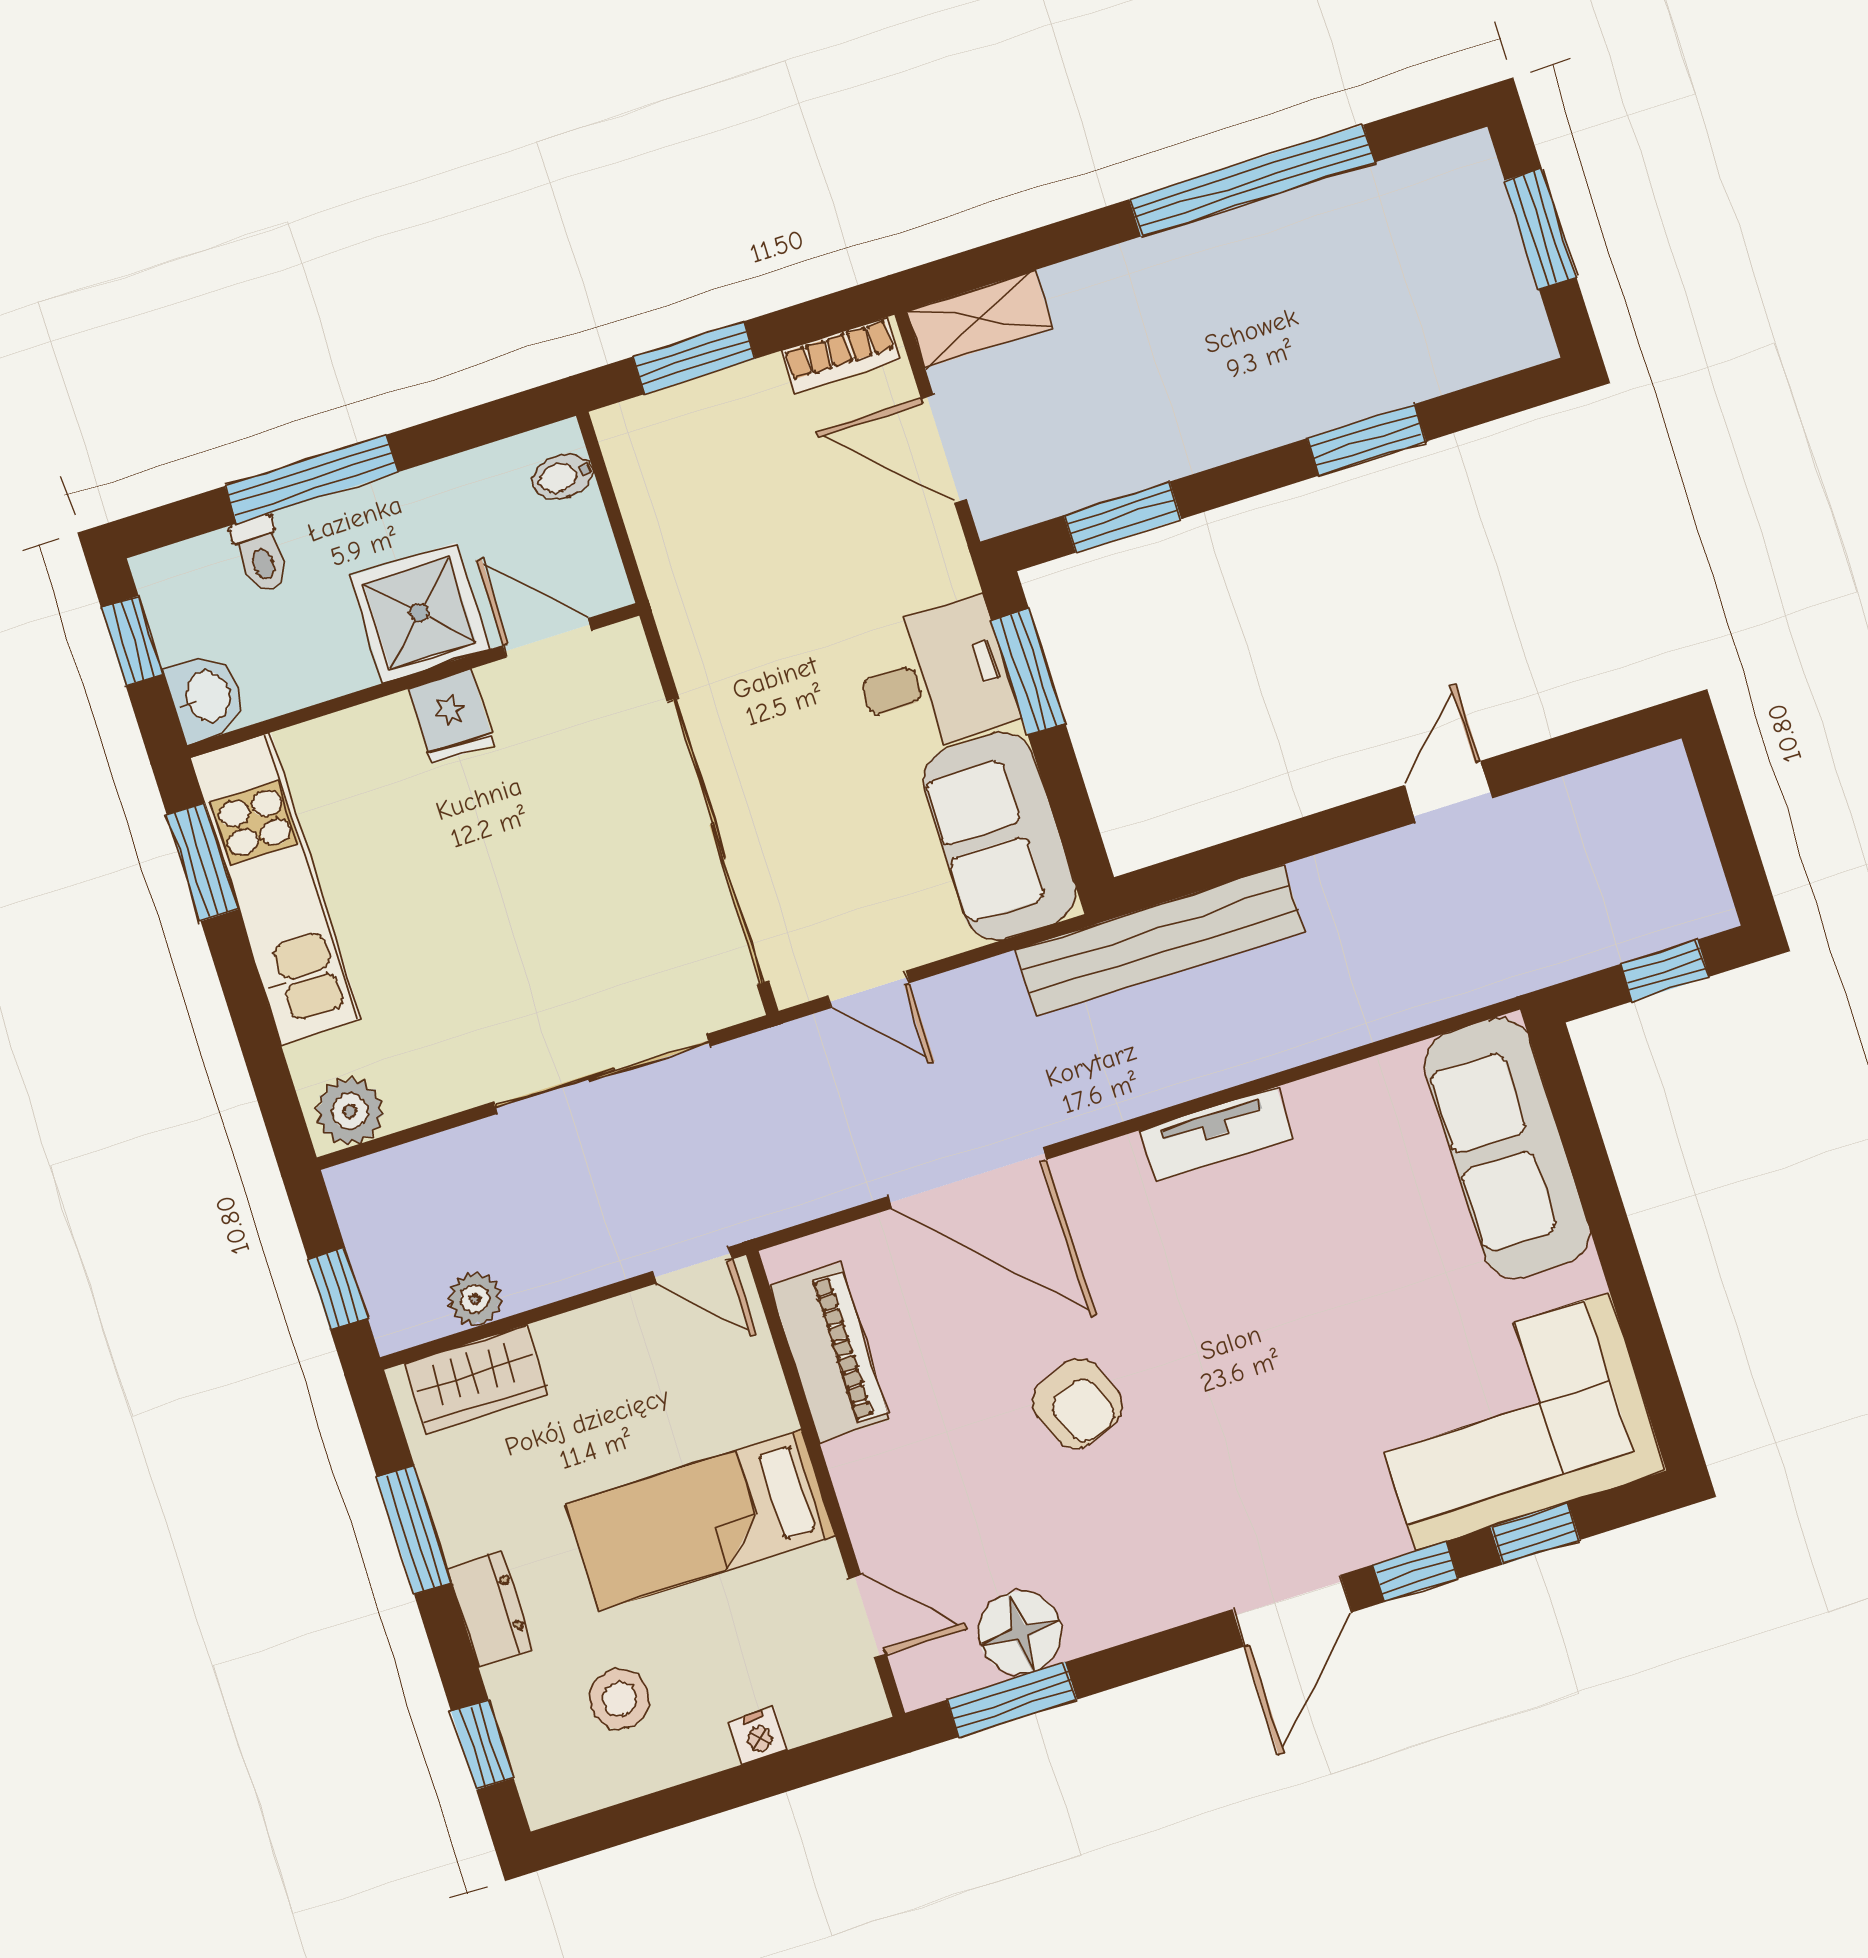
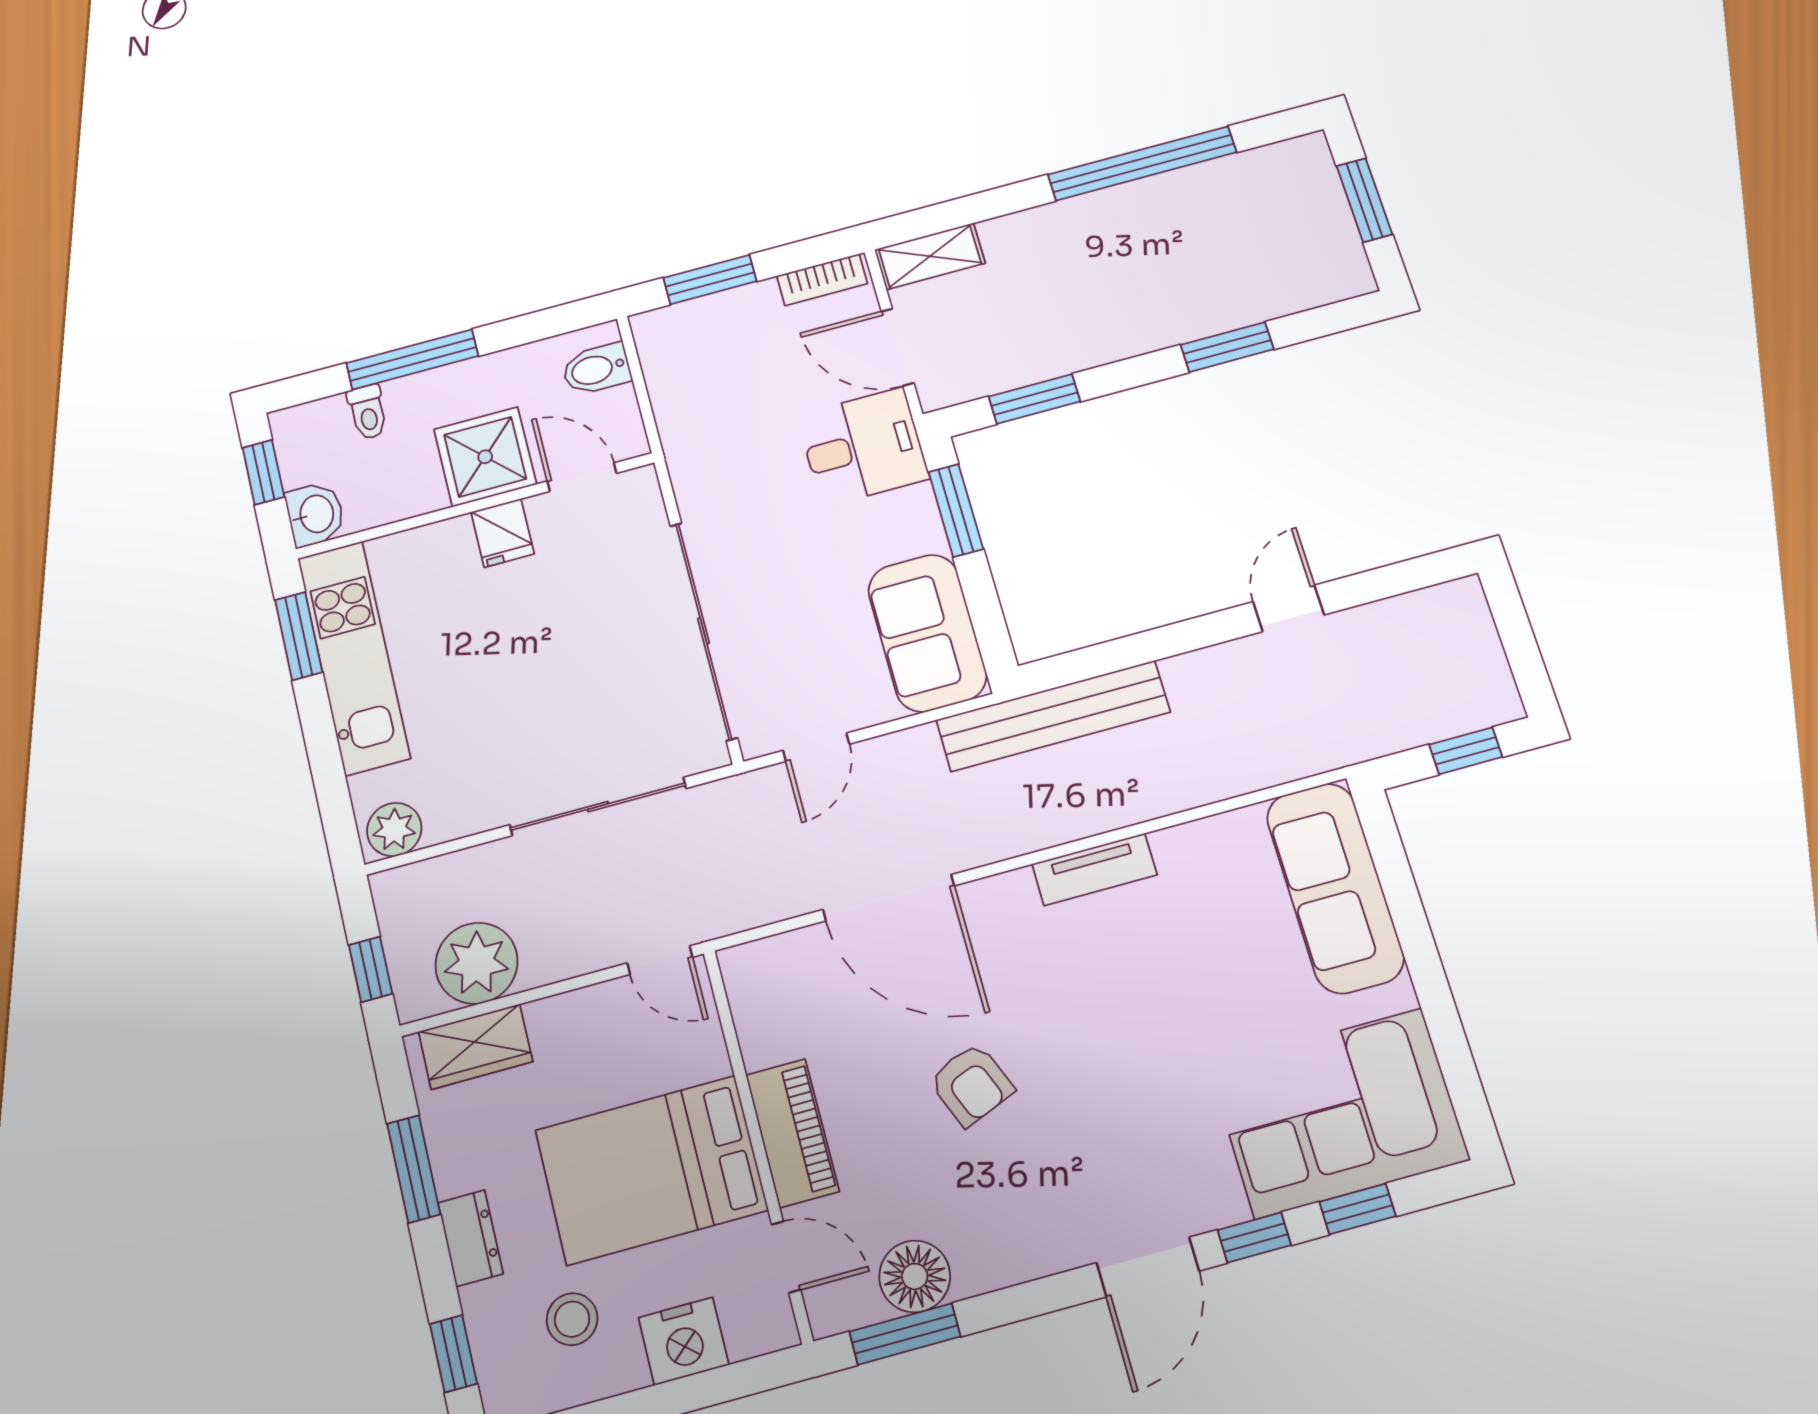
bidet: (563, 476) -> (596, 369), width x1.38, depth x1.36
desk: (934, 677) -> (863, 447), moved
door: (868, 989) -> (816, 747), hinge flipped
plant: (475, 1299) -> (476, 963), width x1.87, depth x1.87
piano: (830, 1353) -> (792, 1133), moved
bed: (701, 1520) -> (651, 1170), width x1.50
nightstand: (758, 1736) -> (684, 1341), width x1.89, depth x1.79

